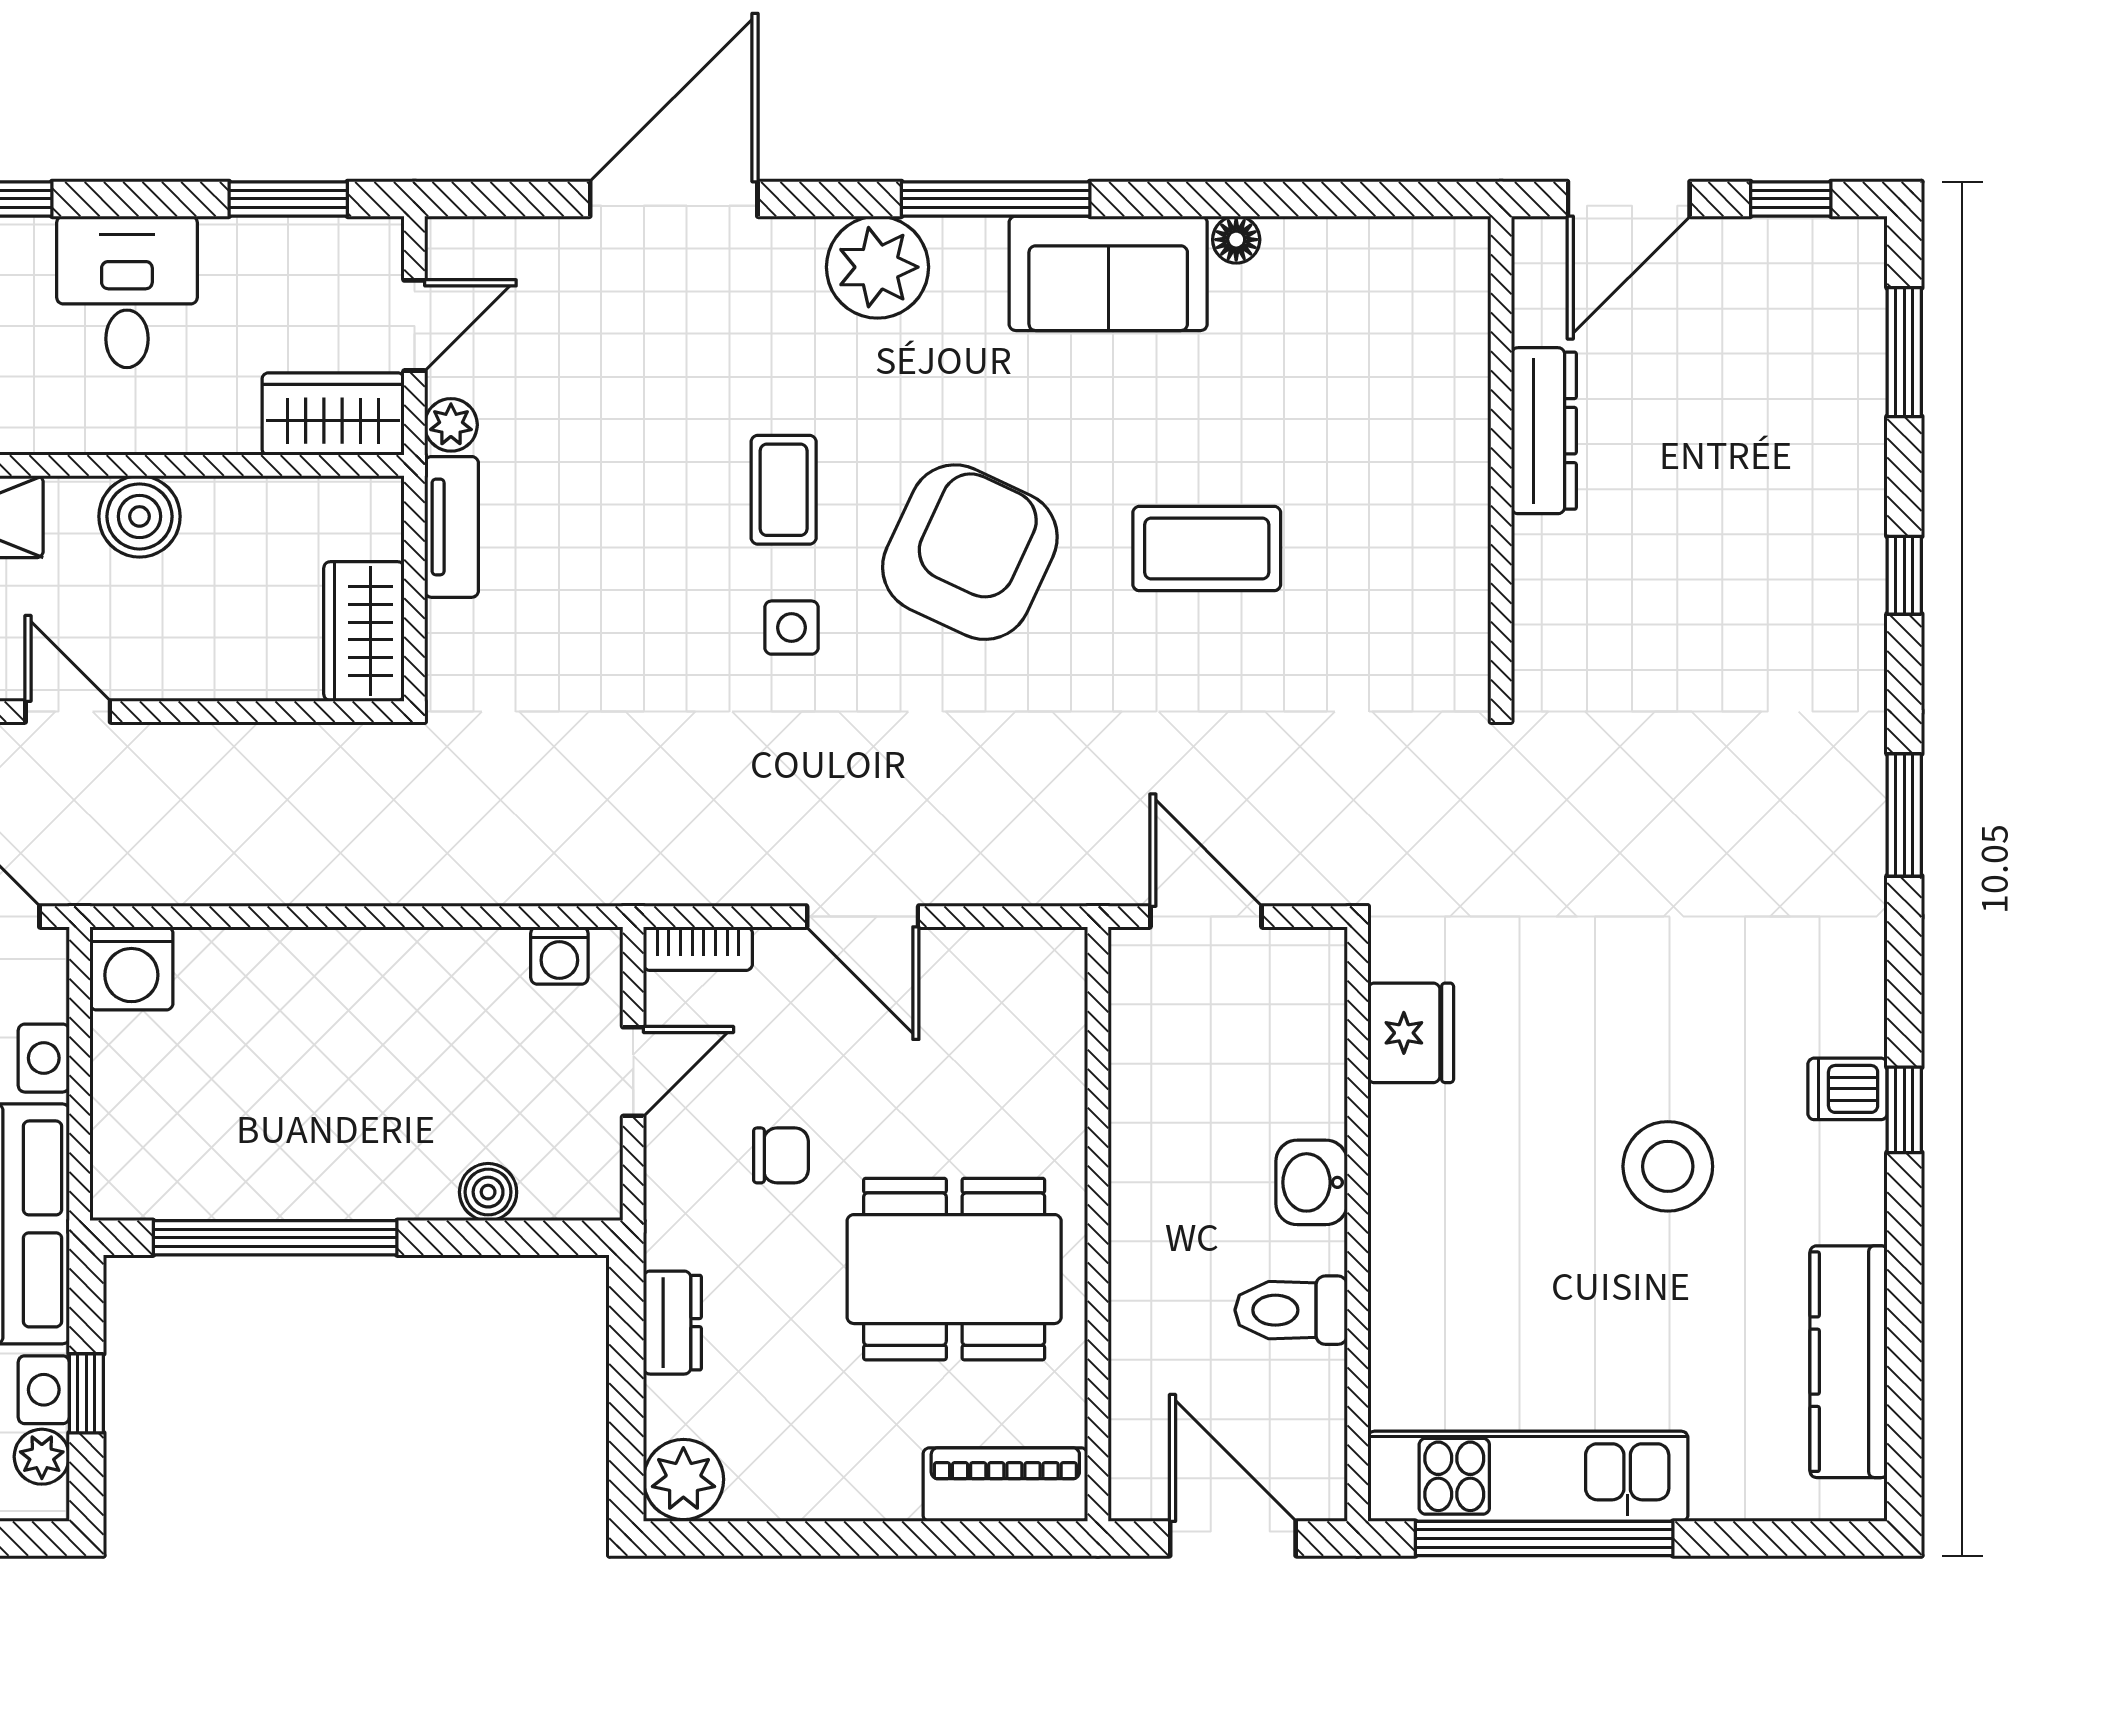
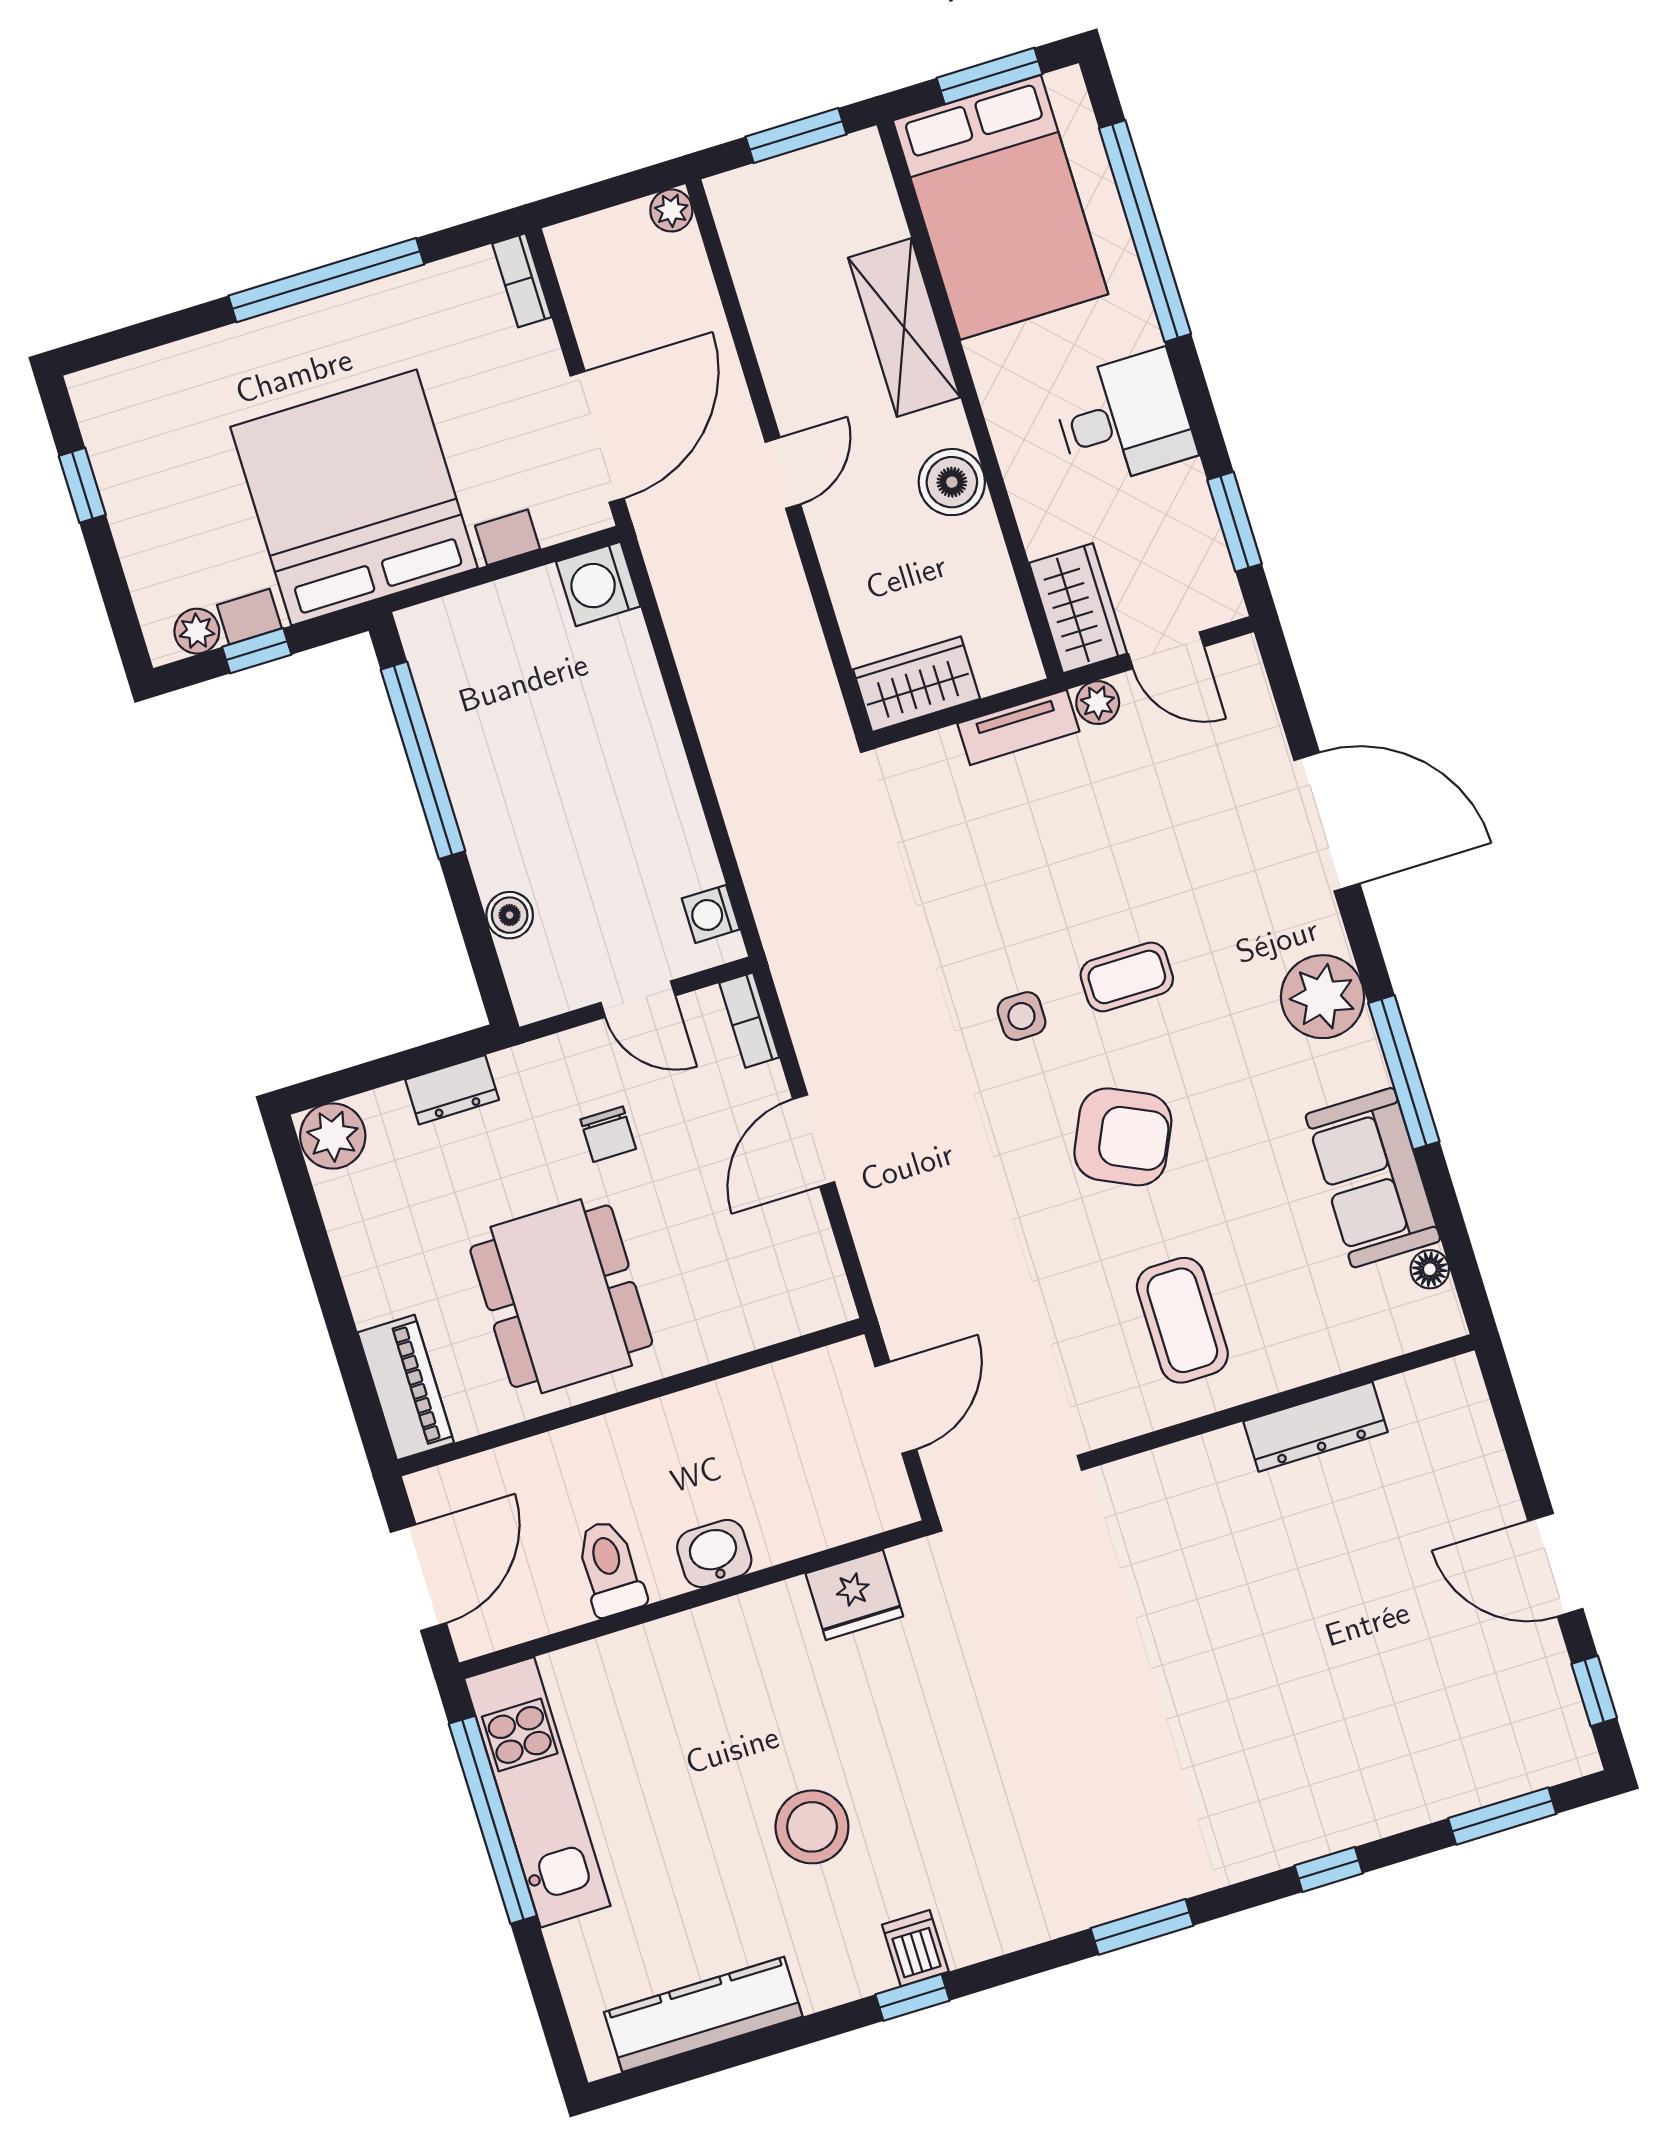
dresser: (1544, 431) -> (1316, 1427), moved
wall: (1501, 459) -> (1284, 1400), moved
armchair: (970, 552) -> (1123, 1137), width x0.73, depth x0.73

